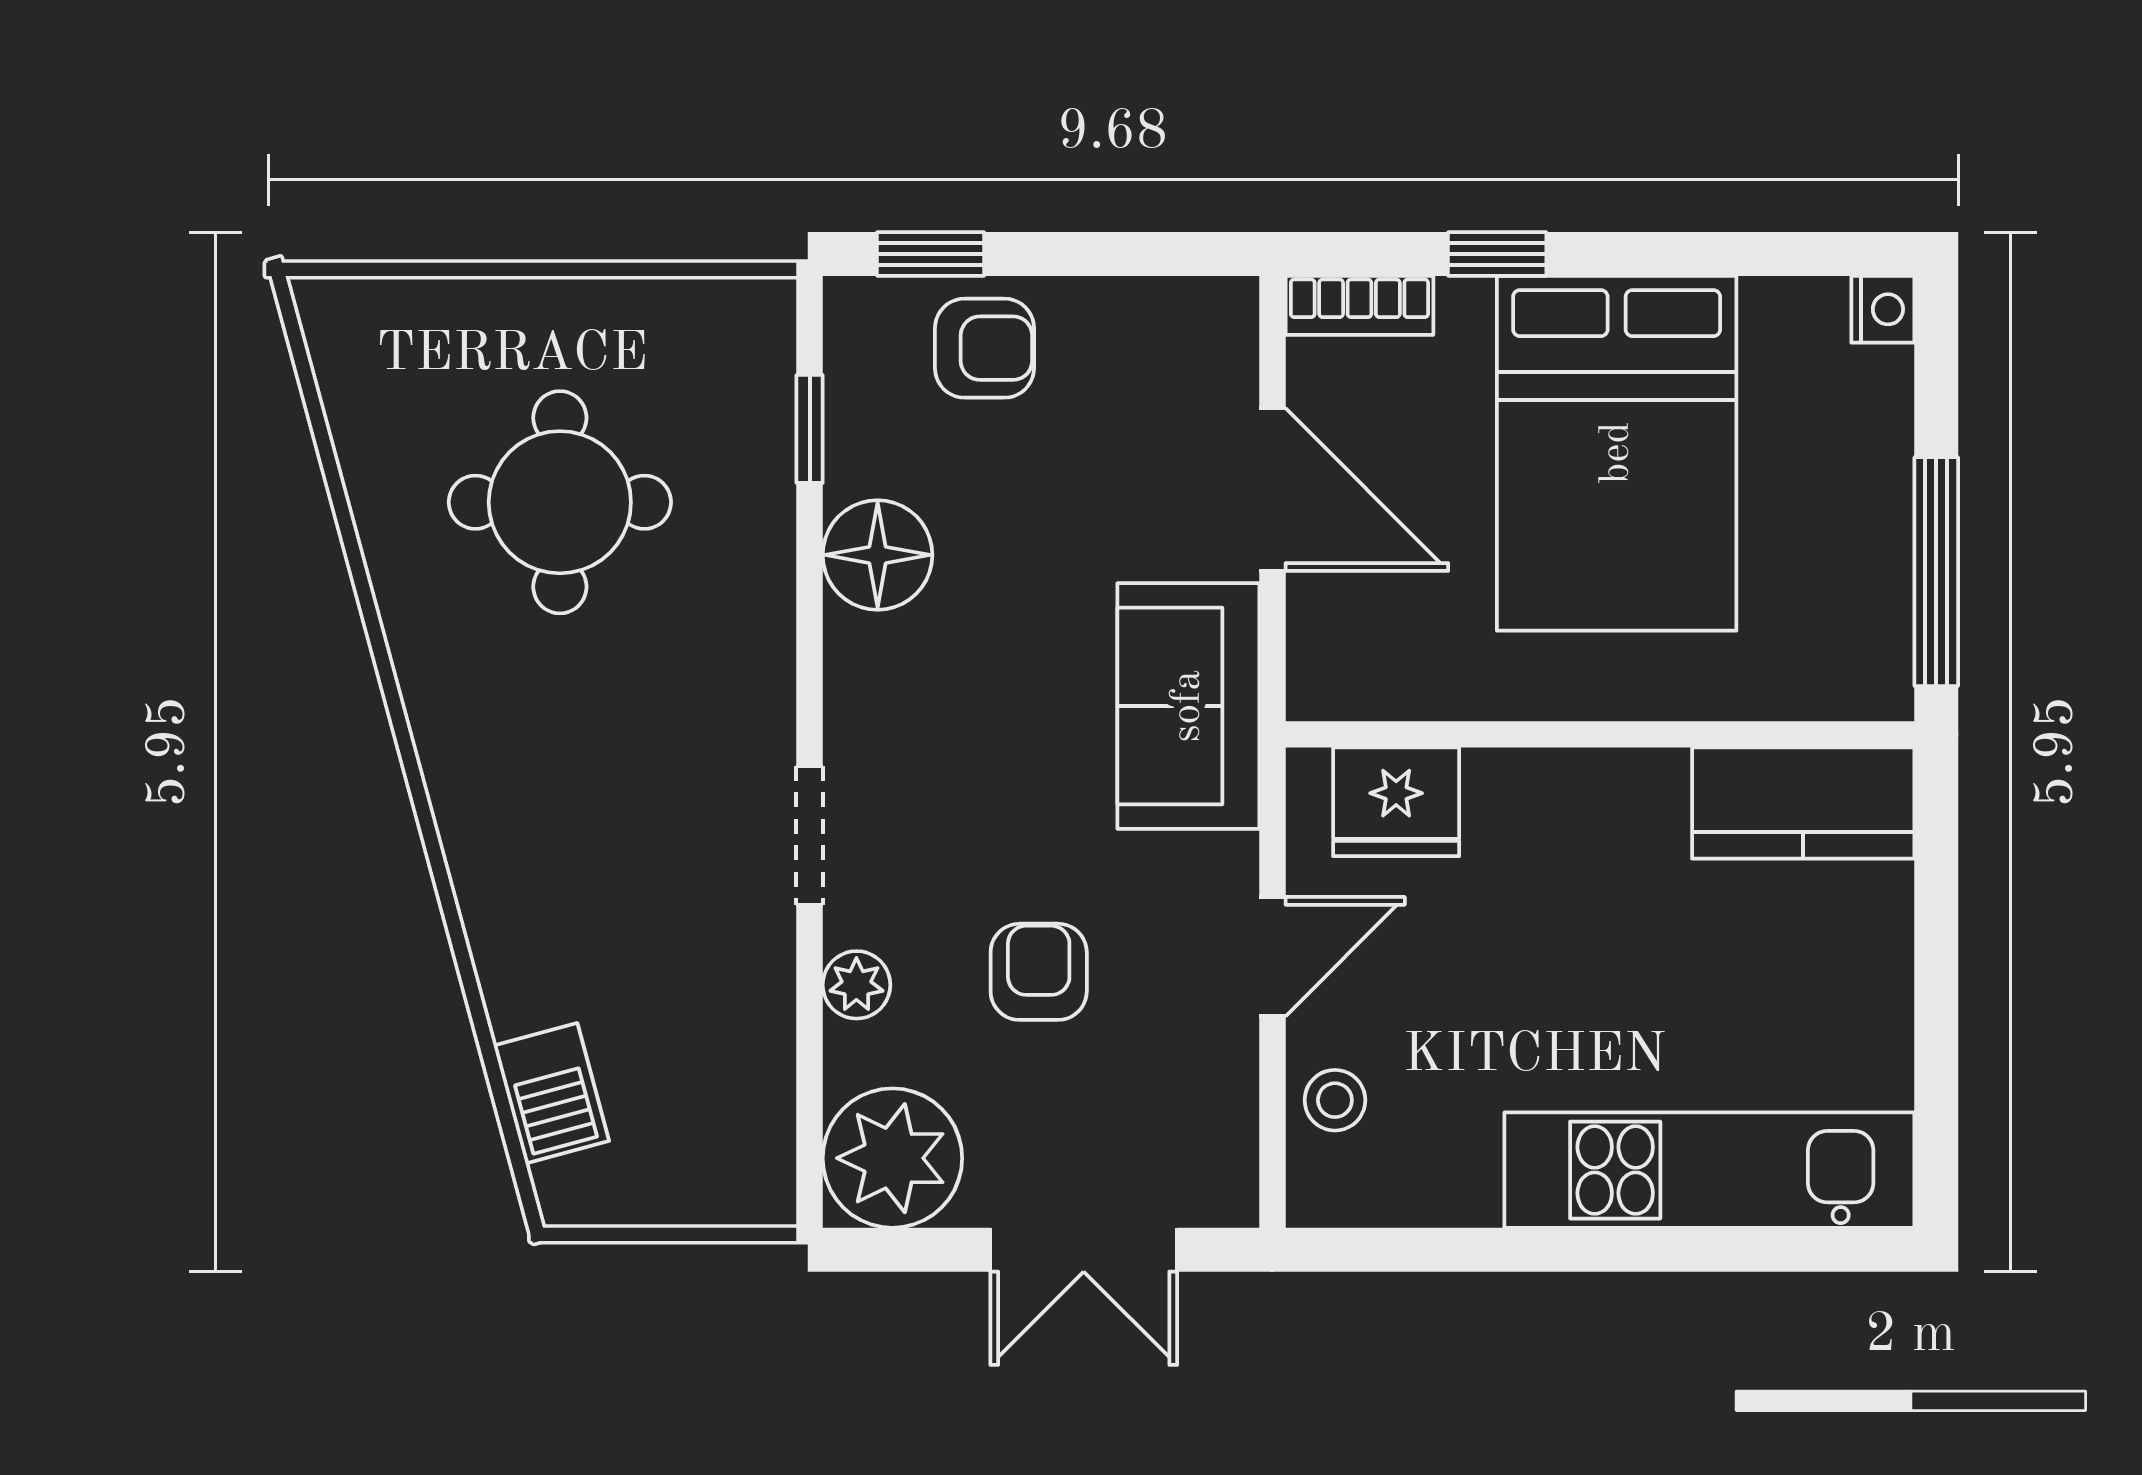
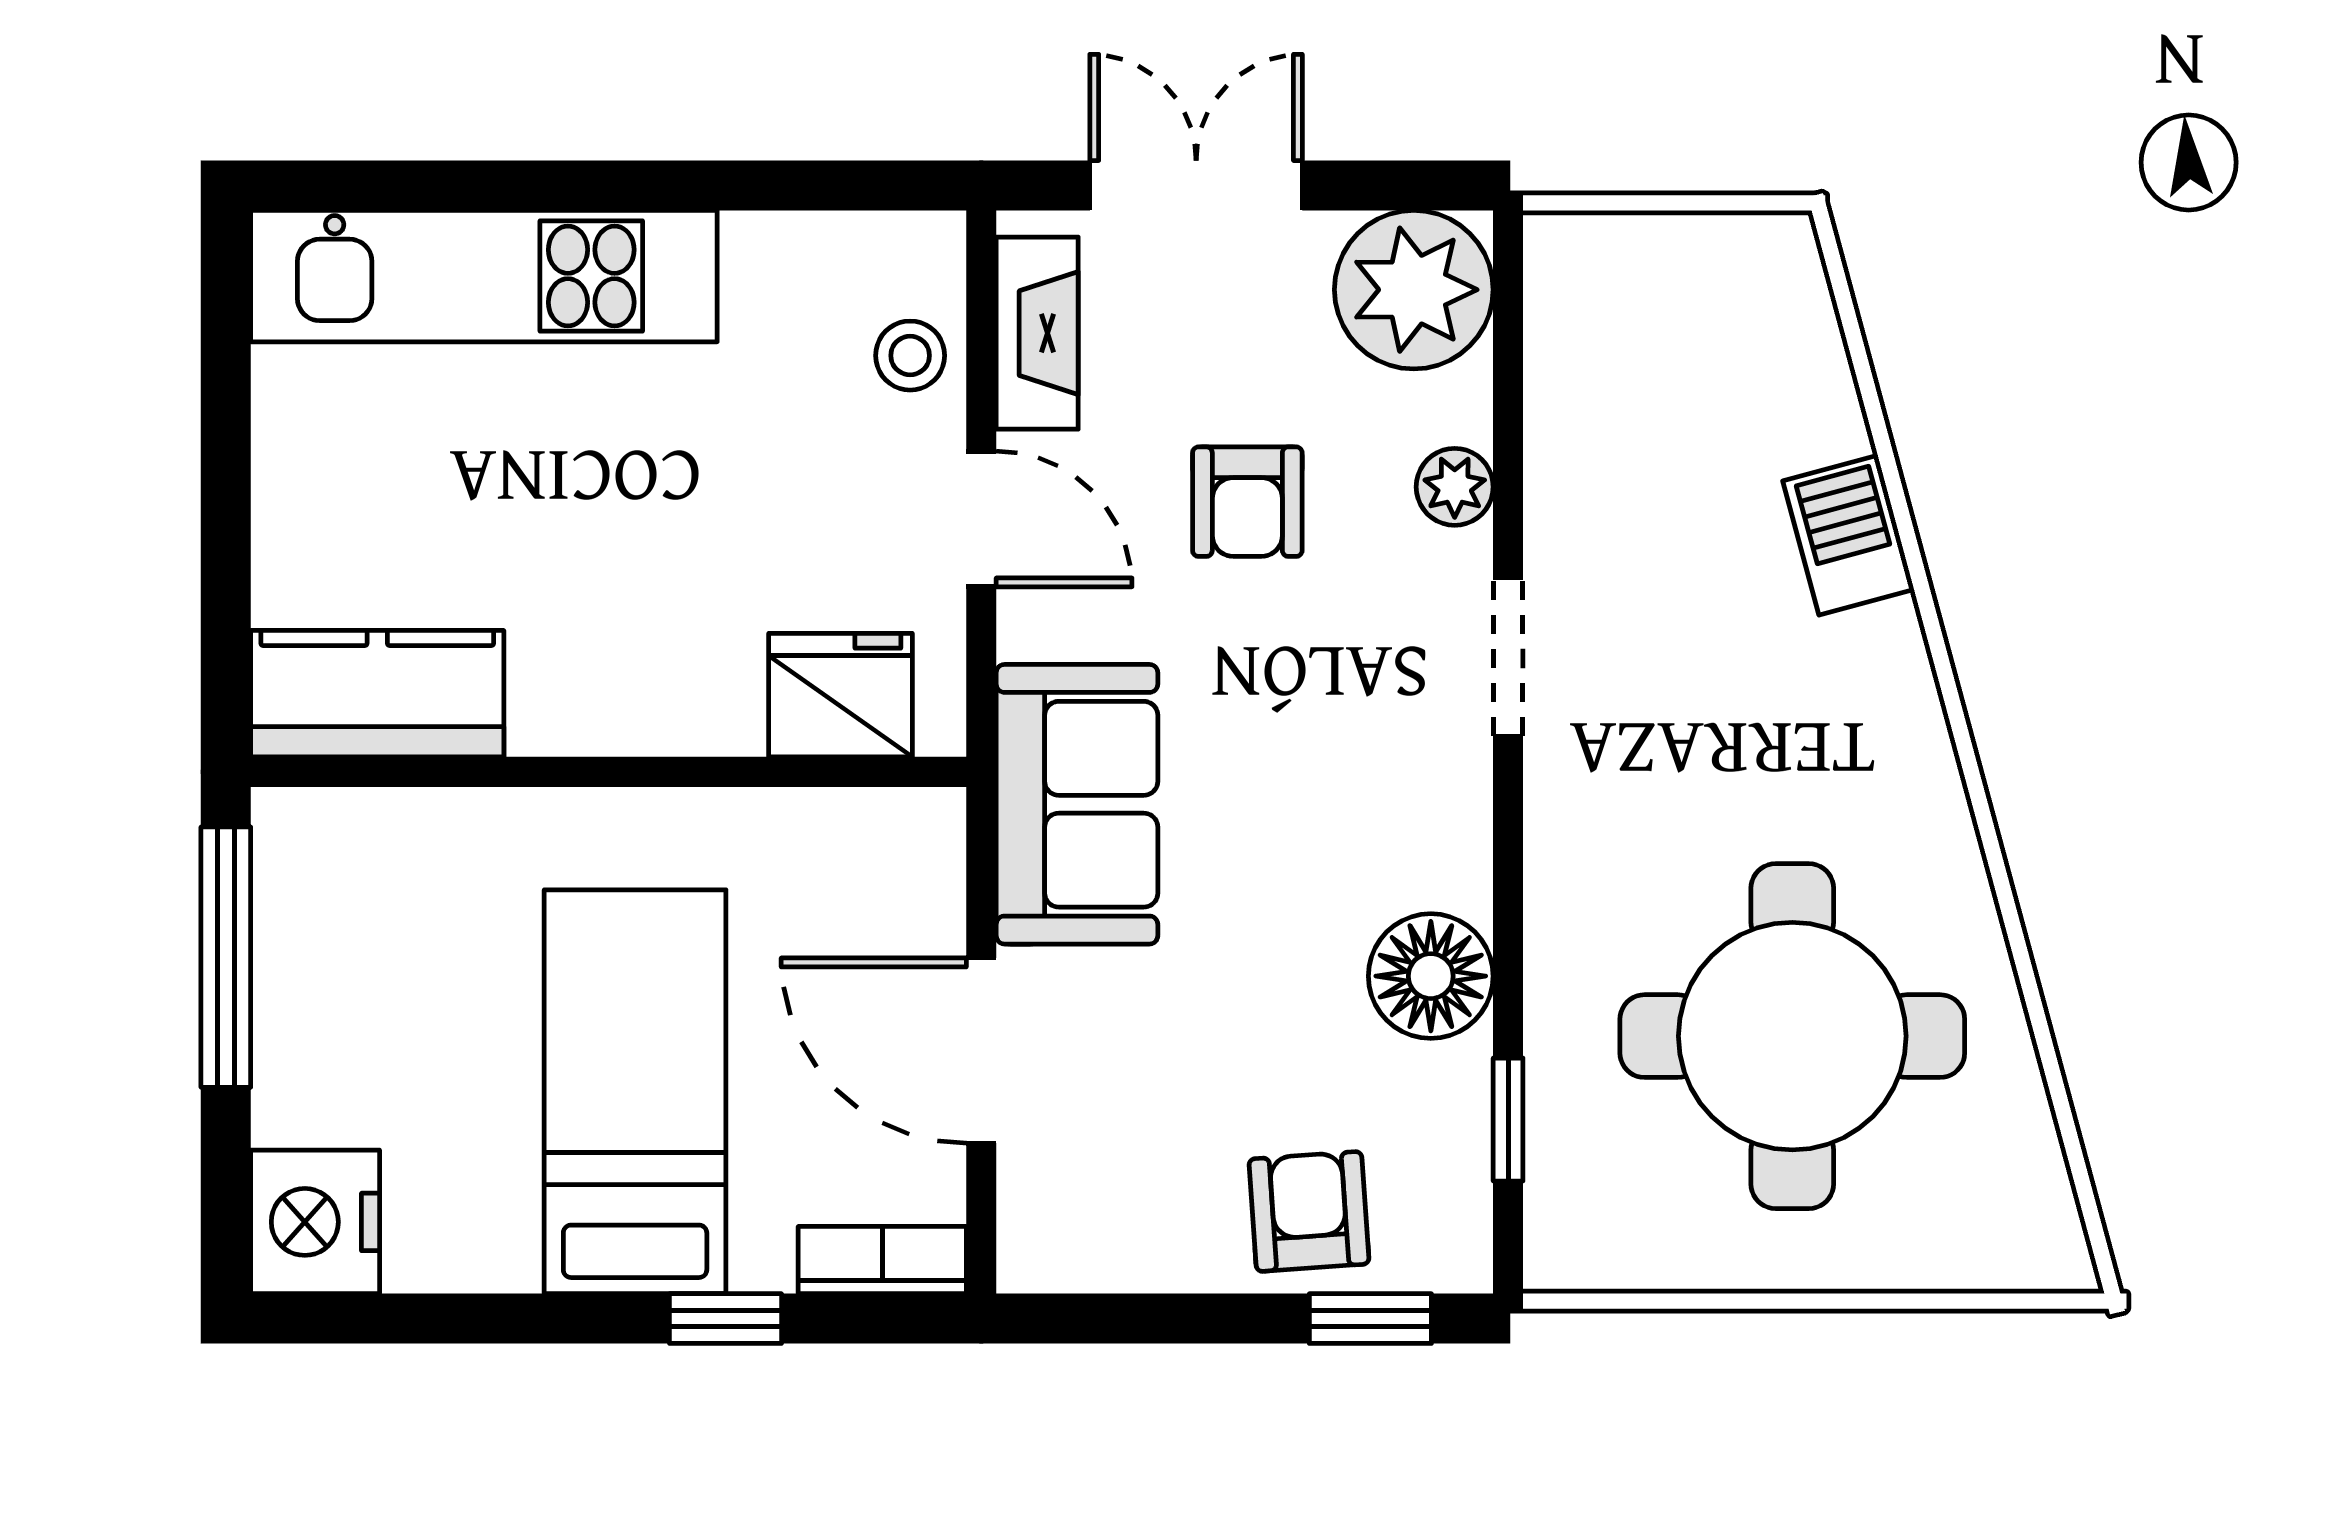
nightstand: (1883, 309) -> (315, 1222), width x1.89, depth x1.79
armchair: (985, 348) -> (1309, 1211), turned 86
bed: (1617, 453) -> (635, 1092), width x0.67
round table: (560, 502) -> (1792, 1036), width x1.36, depth x1.36
door: (1272, 957) -> (981, 519), swing flipped
barbecue: (551, 1093) -> (1848, 535), moved
fireplace: (1223, 1120) -> (1037, 333), added

